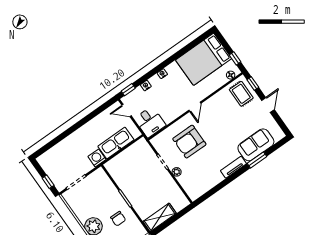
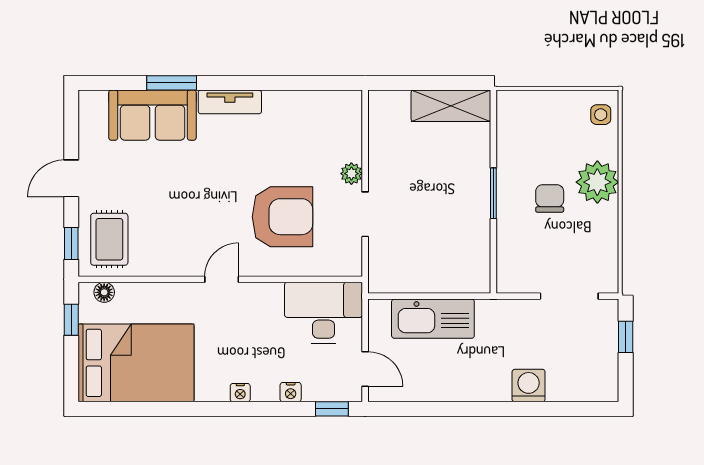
desk: (150, 122) -> (324, 313), width x1.37
washing machine: (97, 158) -> (529, 386), moved, turned 180
chair: (118, 219) -> (550, 198), moved

